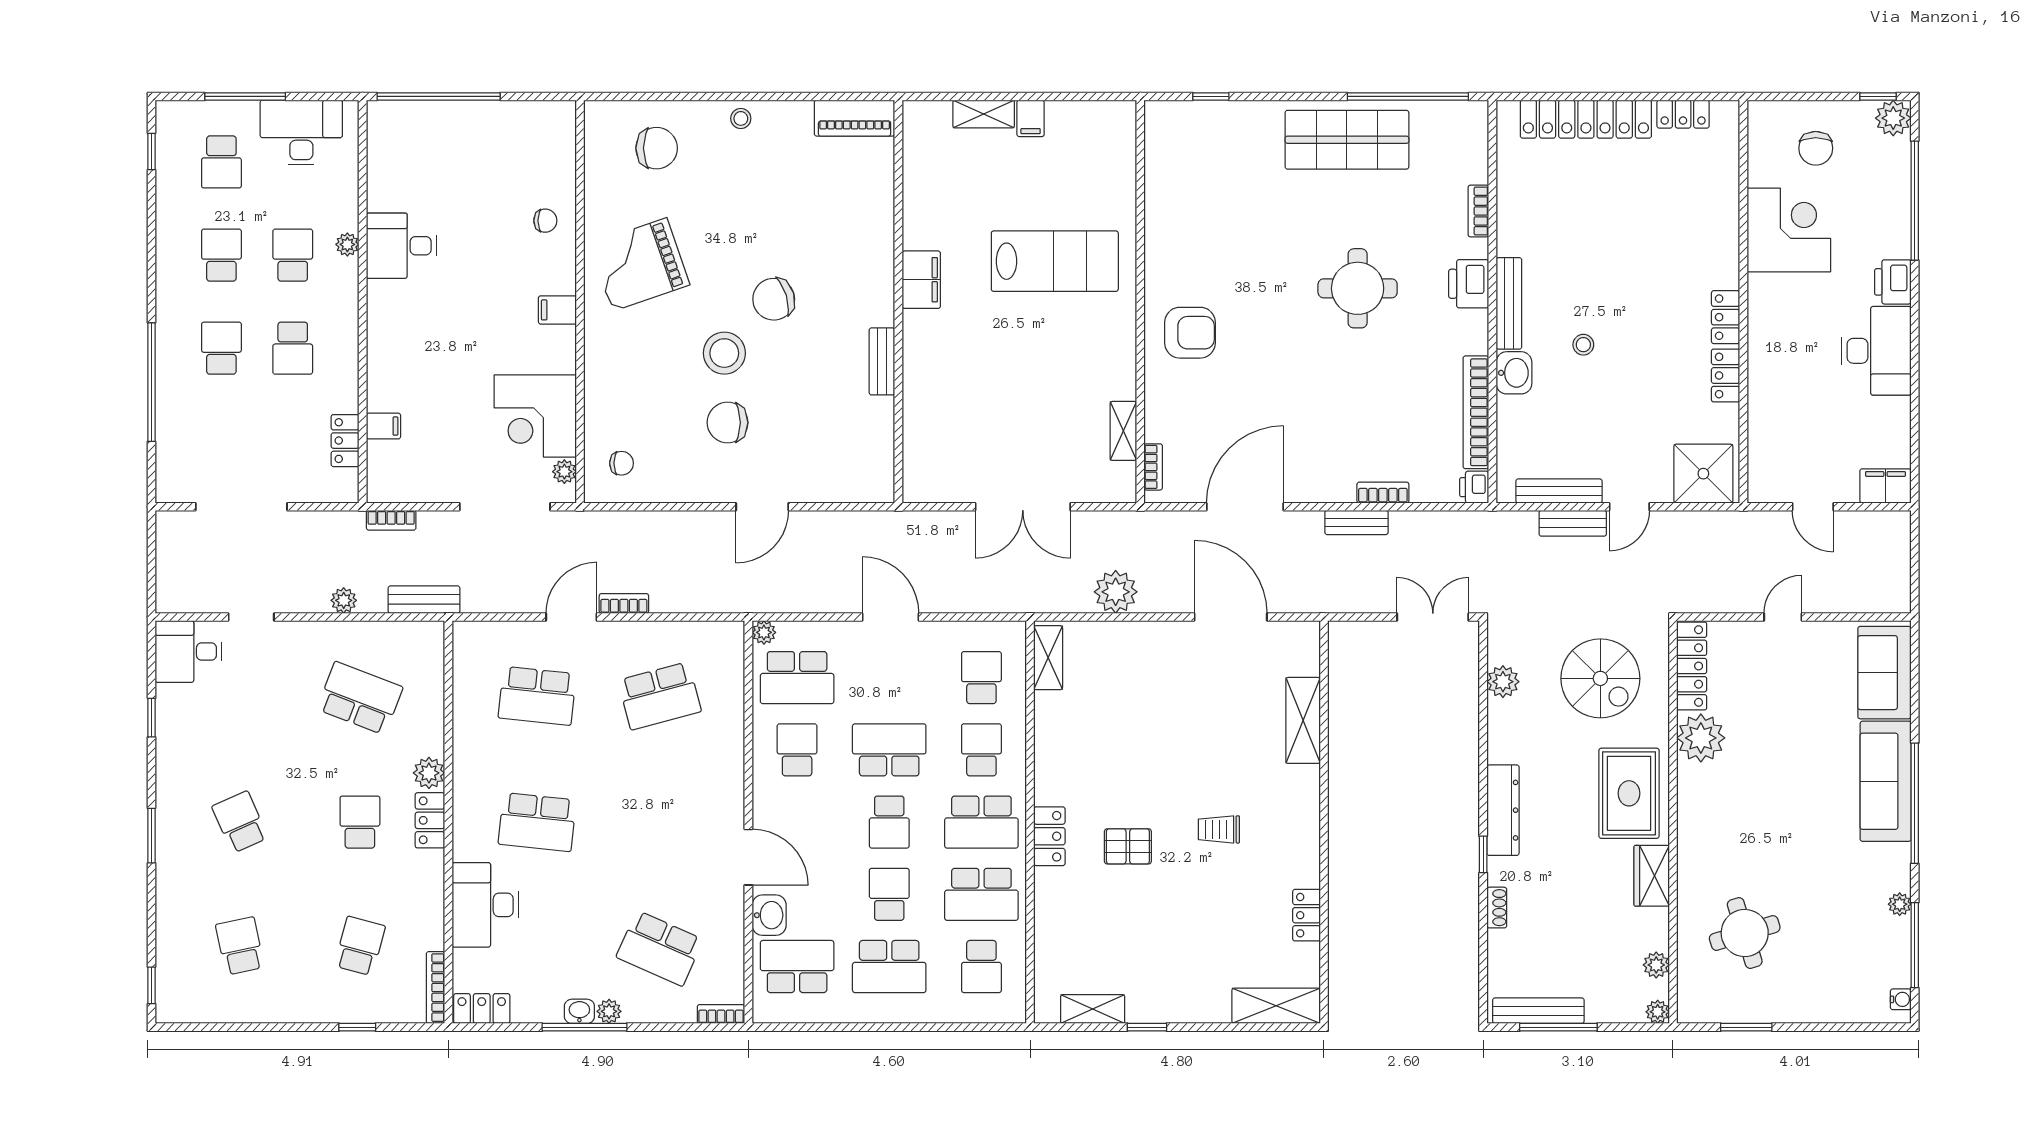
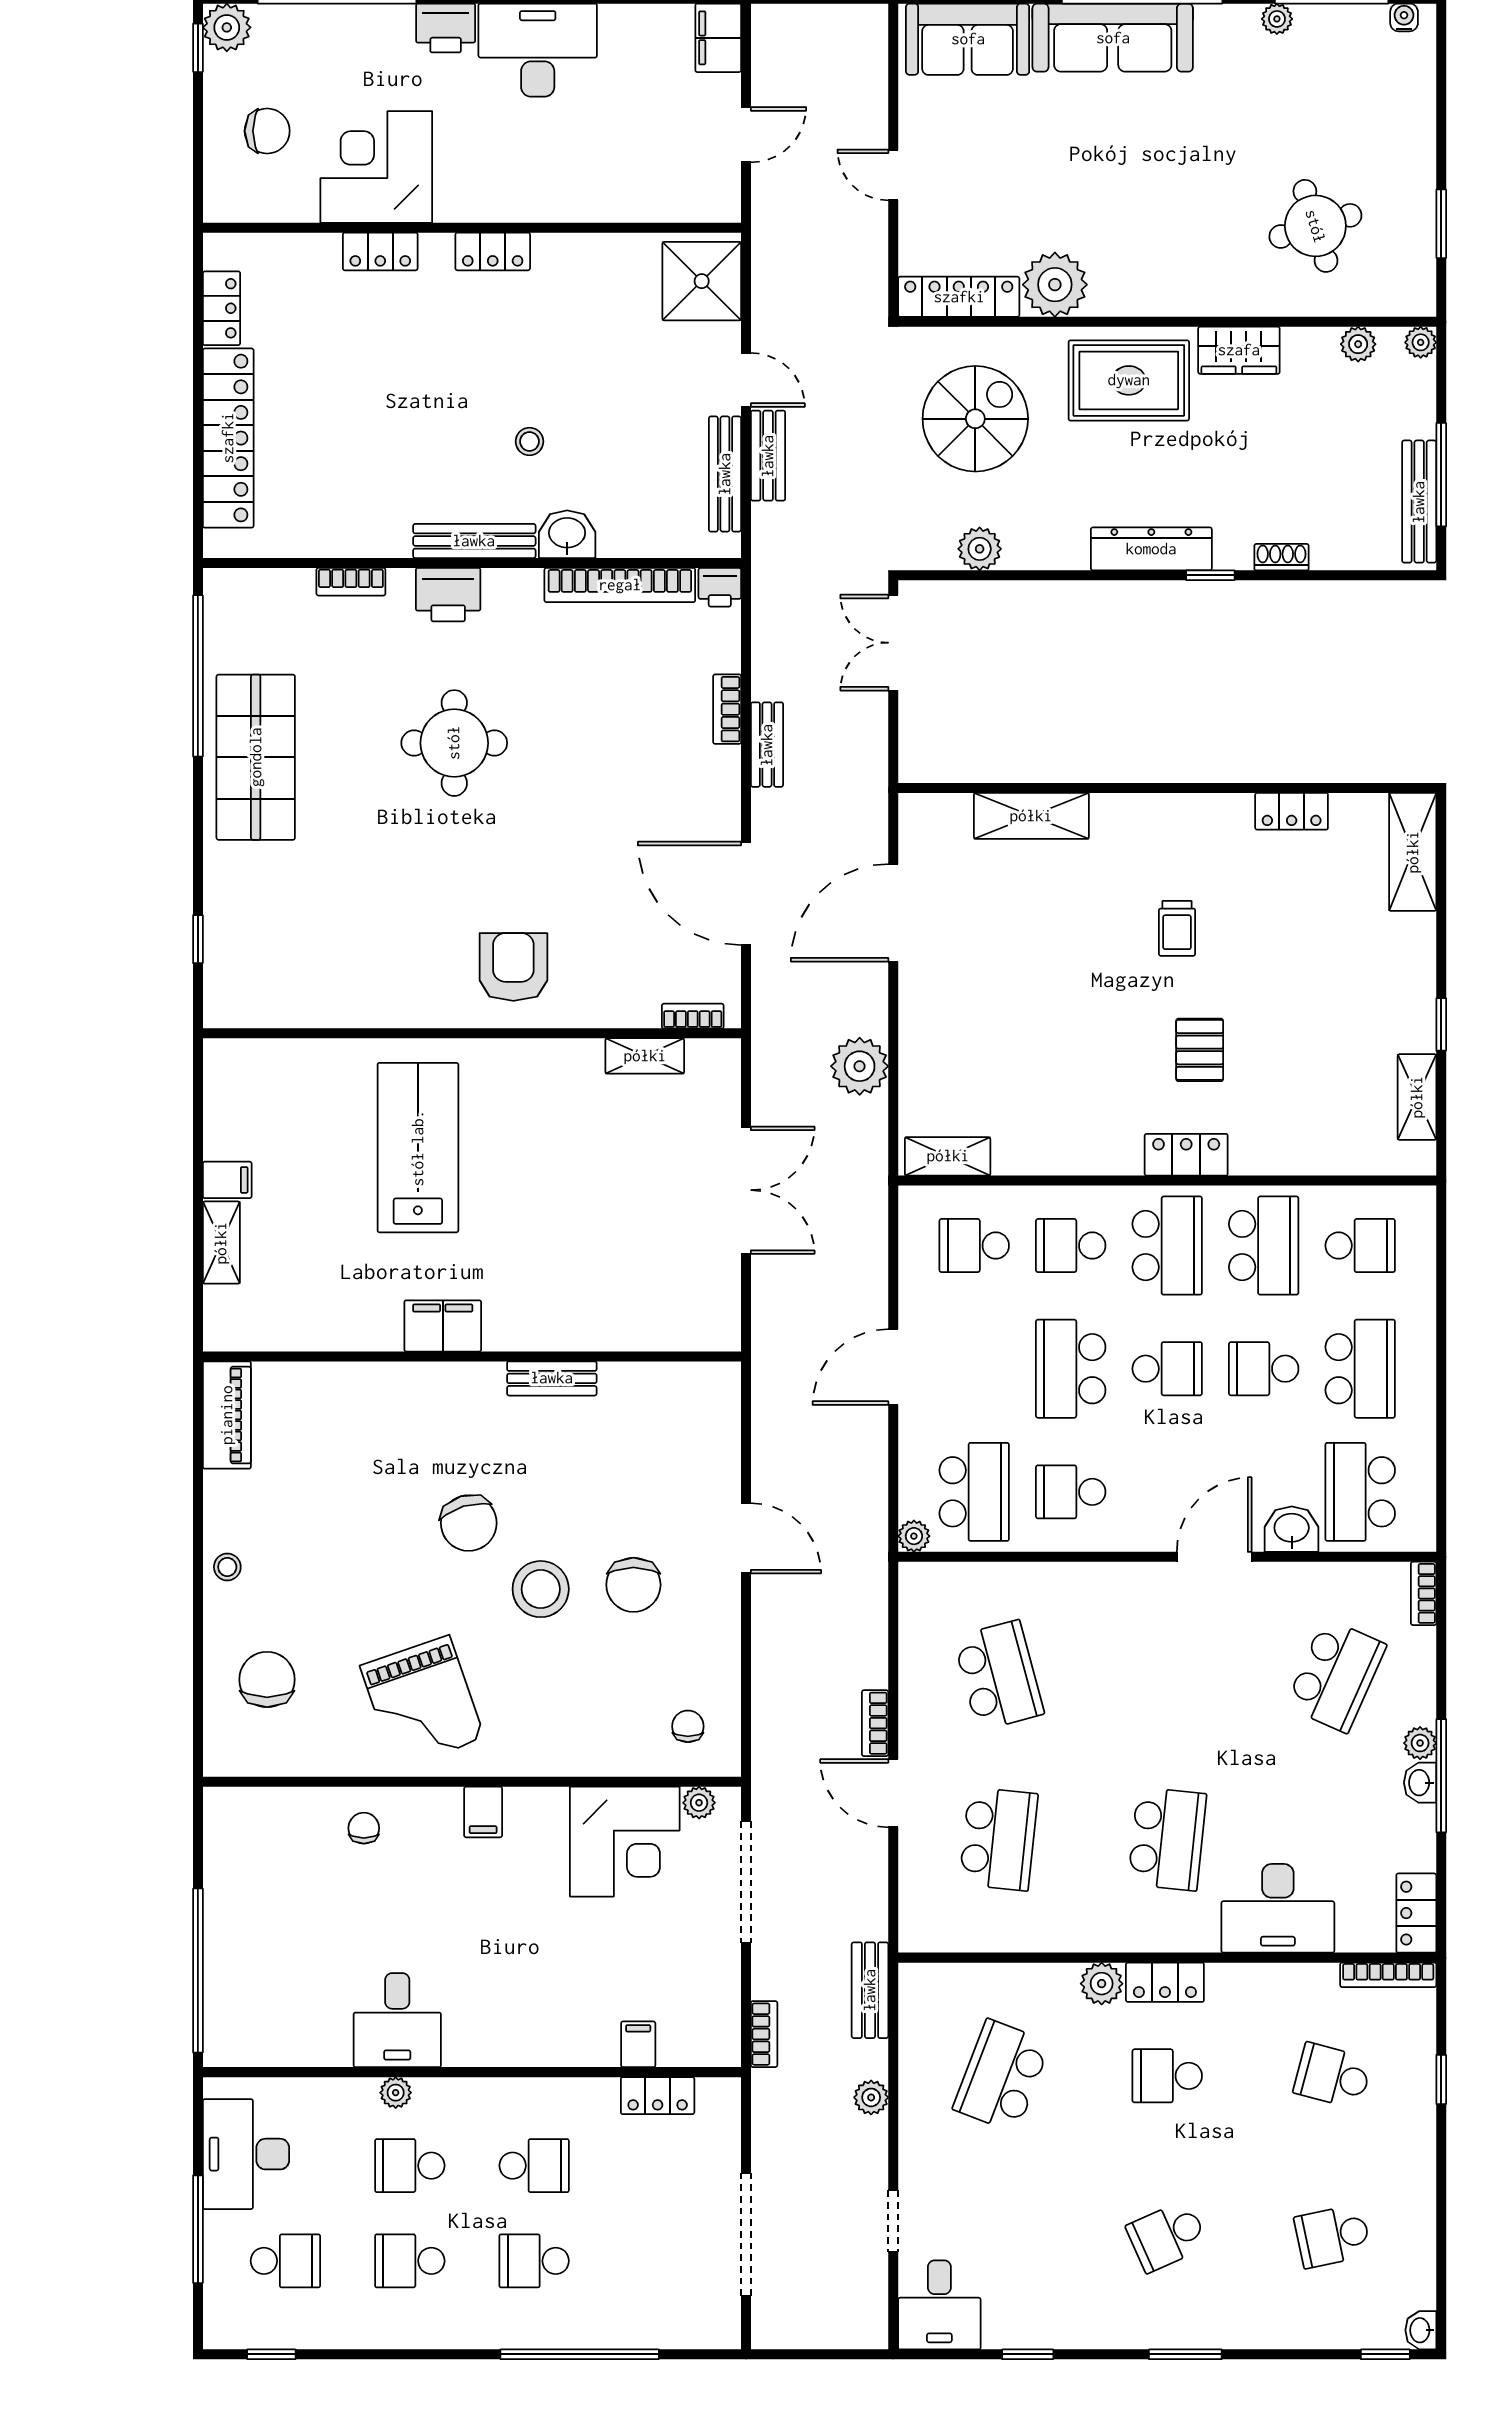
locker: (1726, 375) -> (380, 251), moved
washbasin: (169, 1012) -> (1421, 2330), added

